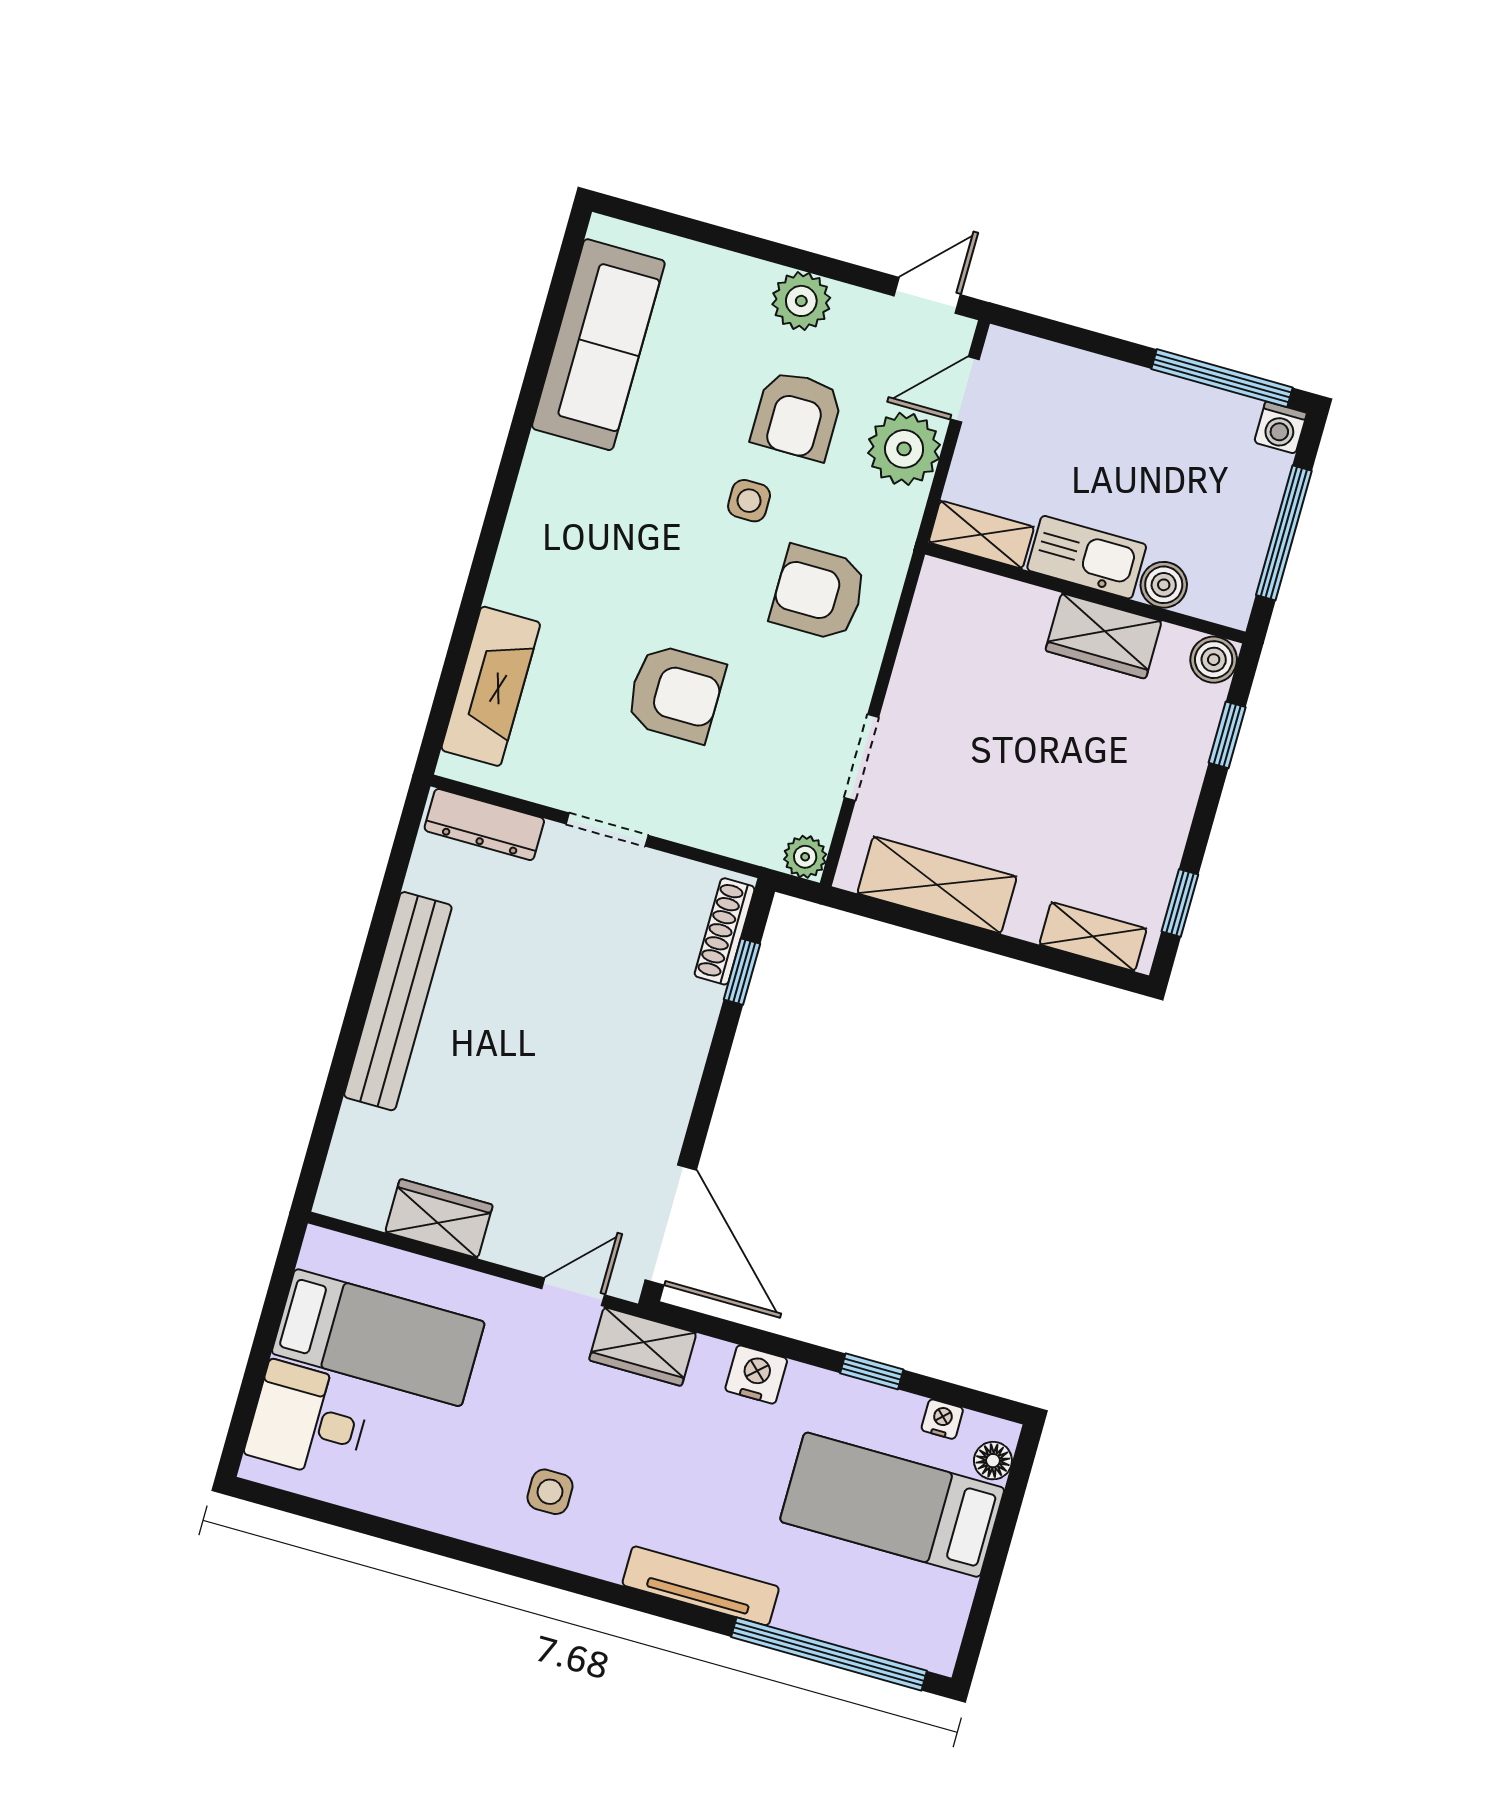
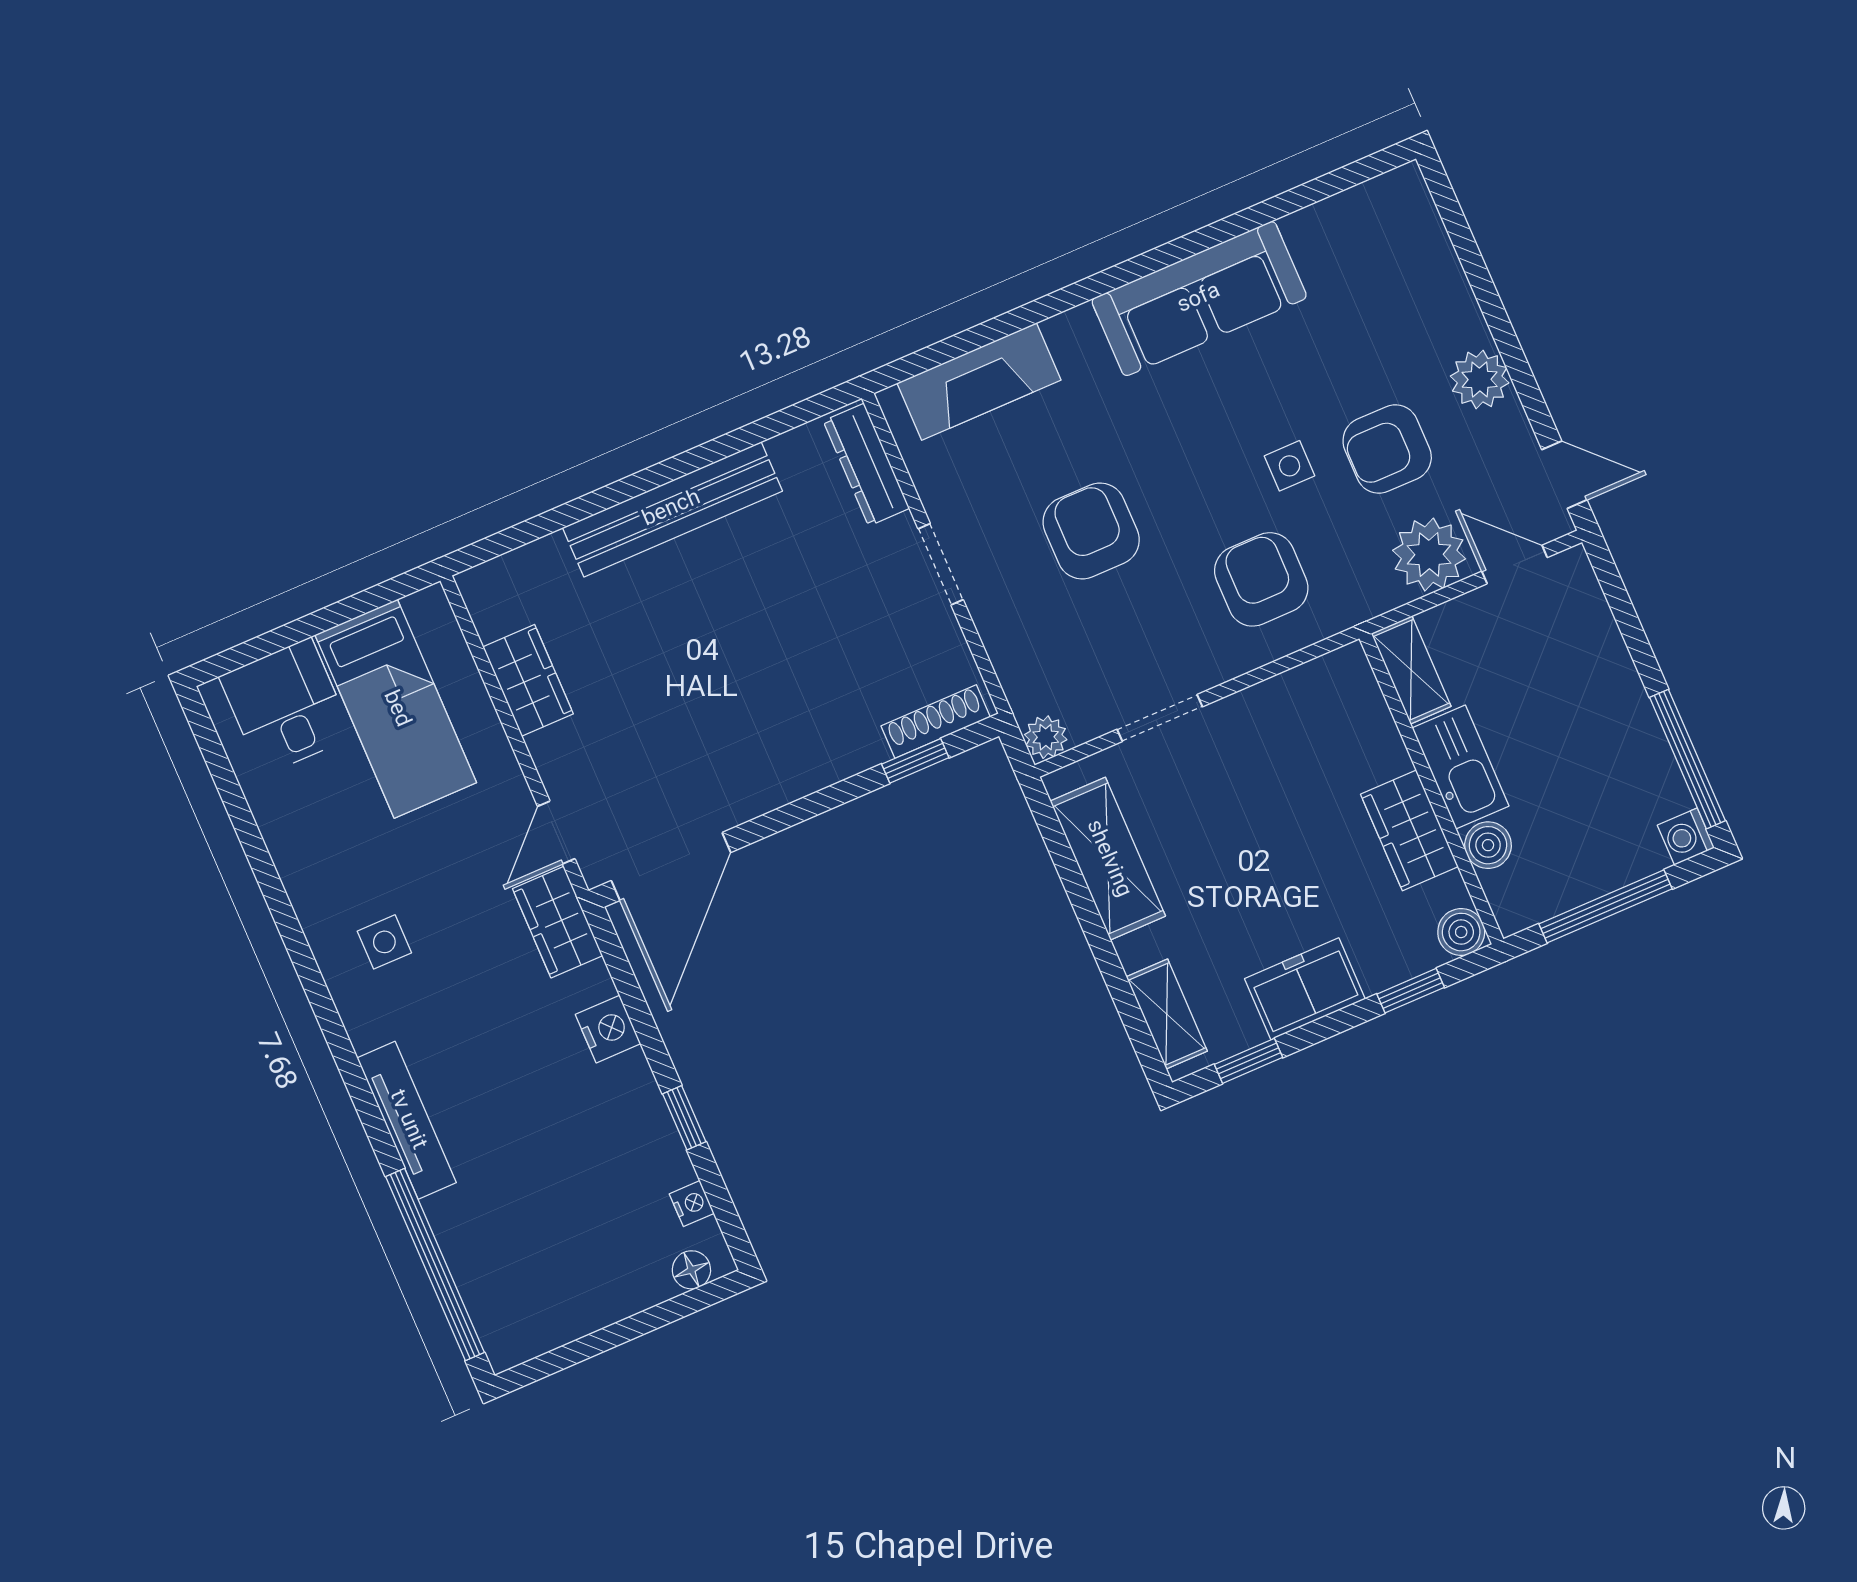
sofa: (598, 345) -> (1199, 299), moved
armchair: (675, 693) -> (1091, 531), turned 180
freezer: (1160, 815) -> (1305, 989), added
door: (573, 1292) -> (556, 832), swing flipped
bed: (892, 1505) -> (593, 1219), removed

